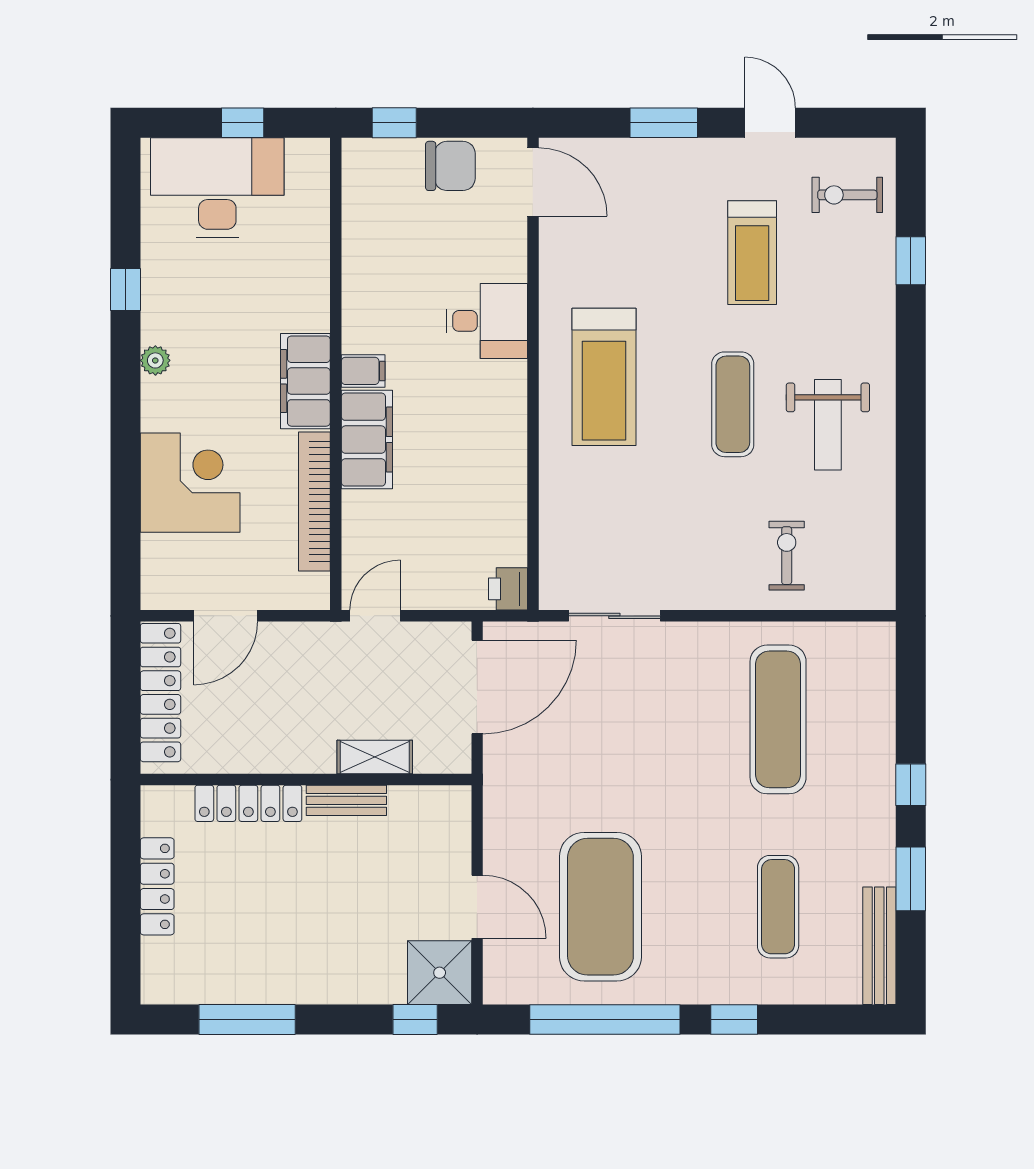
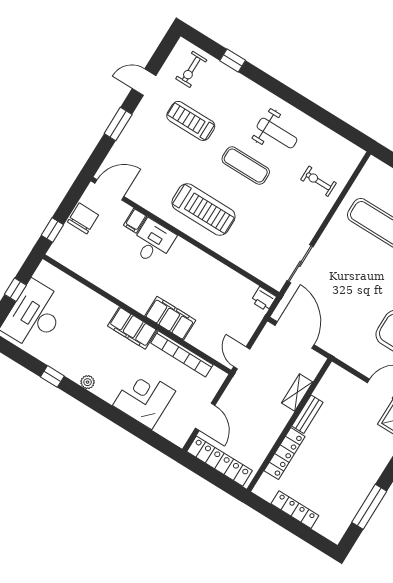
treadmill: (752, 253) -> (191, 121), turned 180
filing cabinet: (363, 371) -> (135, 221), moved, turned 180

